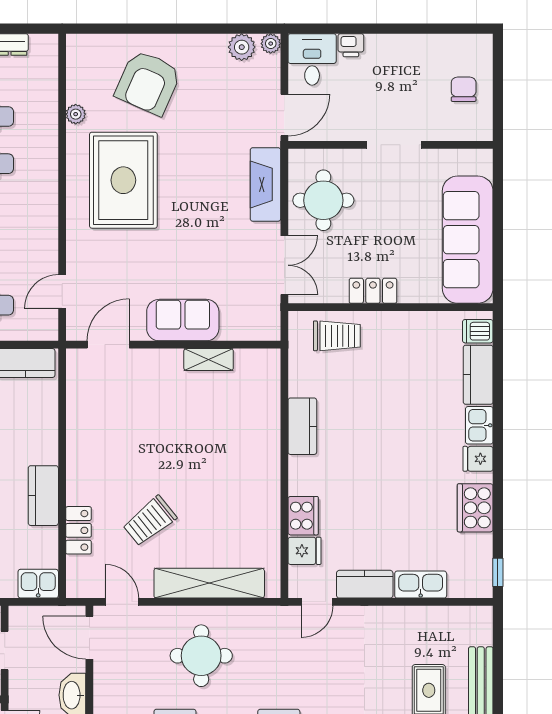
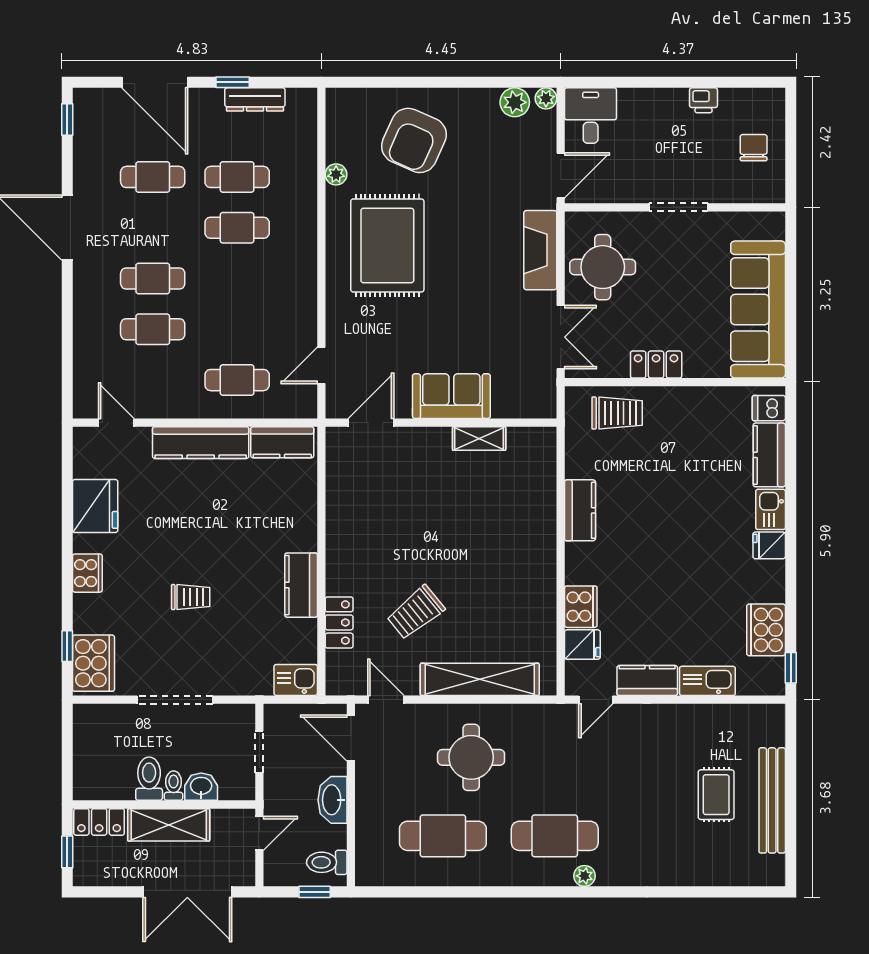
printer: (351, 45) -> (703, 100), moved
cooker: (475, 508) -> (766, 630), moved

